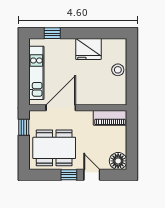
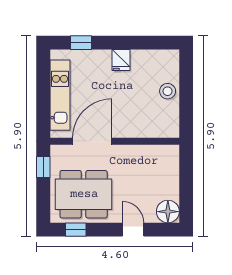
fridge: (88, 49) -> (121, 60), width x0.53, depth x0.75
piano: (110, 118) -> (157, 155), removed
window: (69, 175) -> (76, 230), moved

